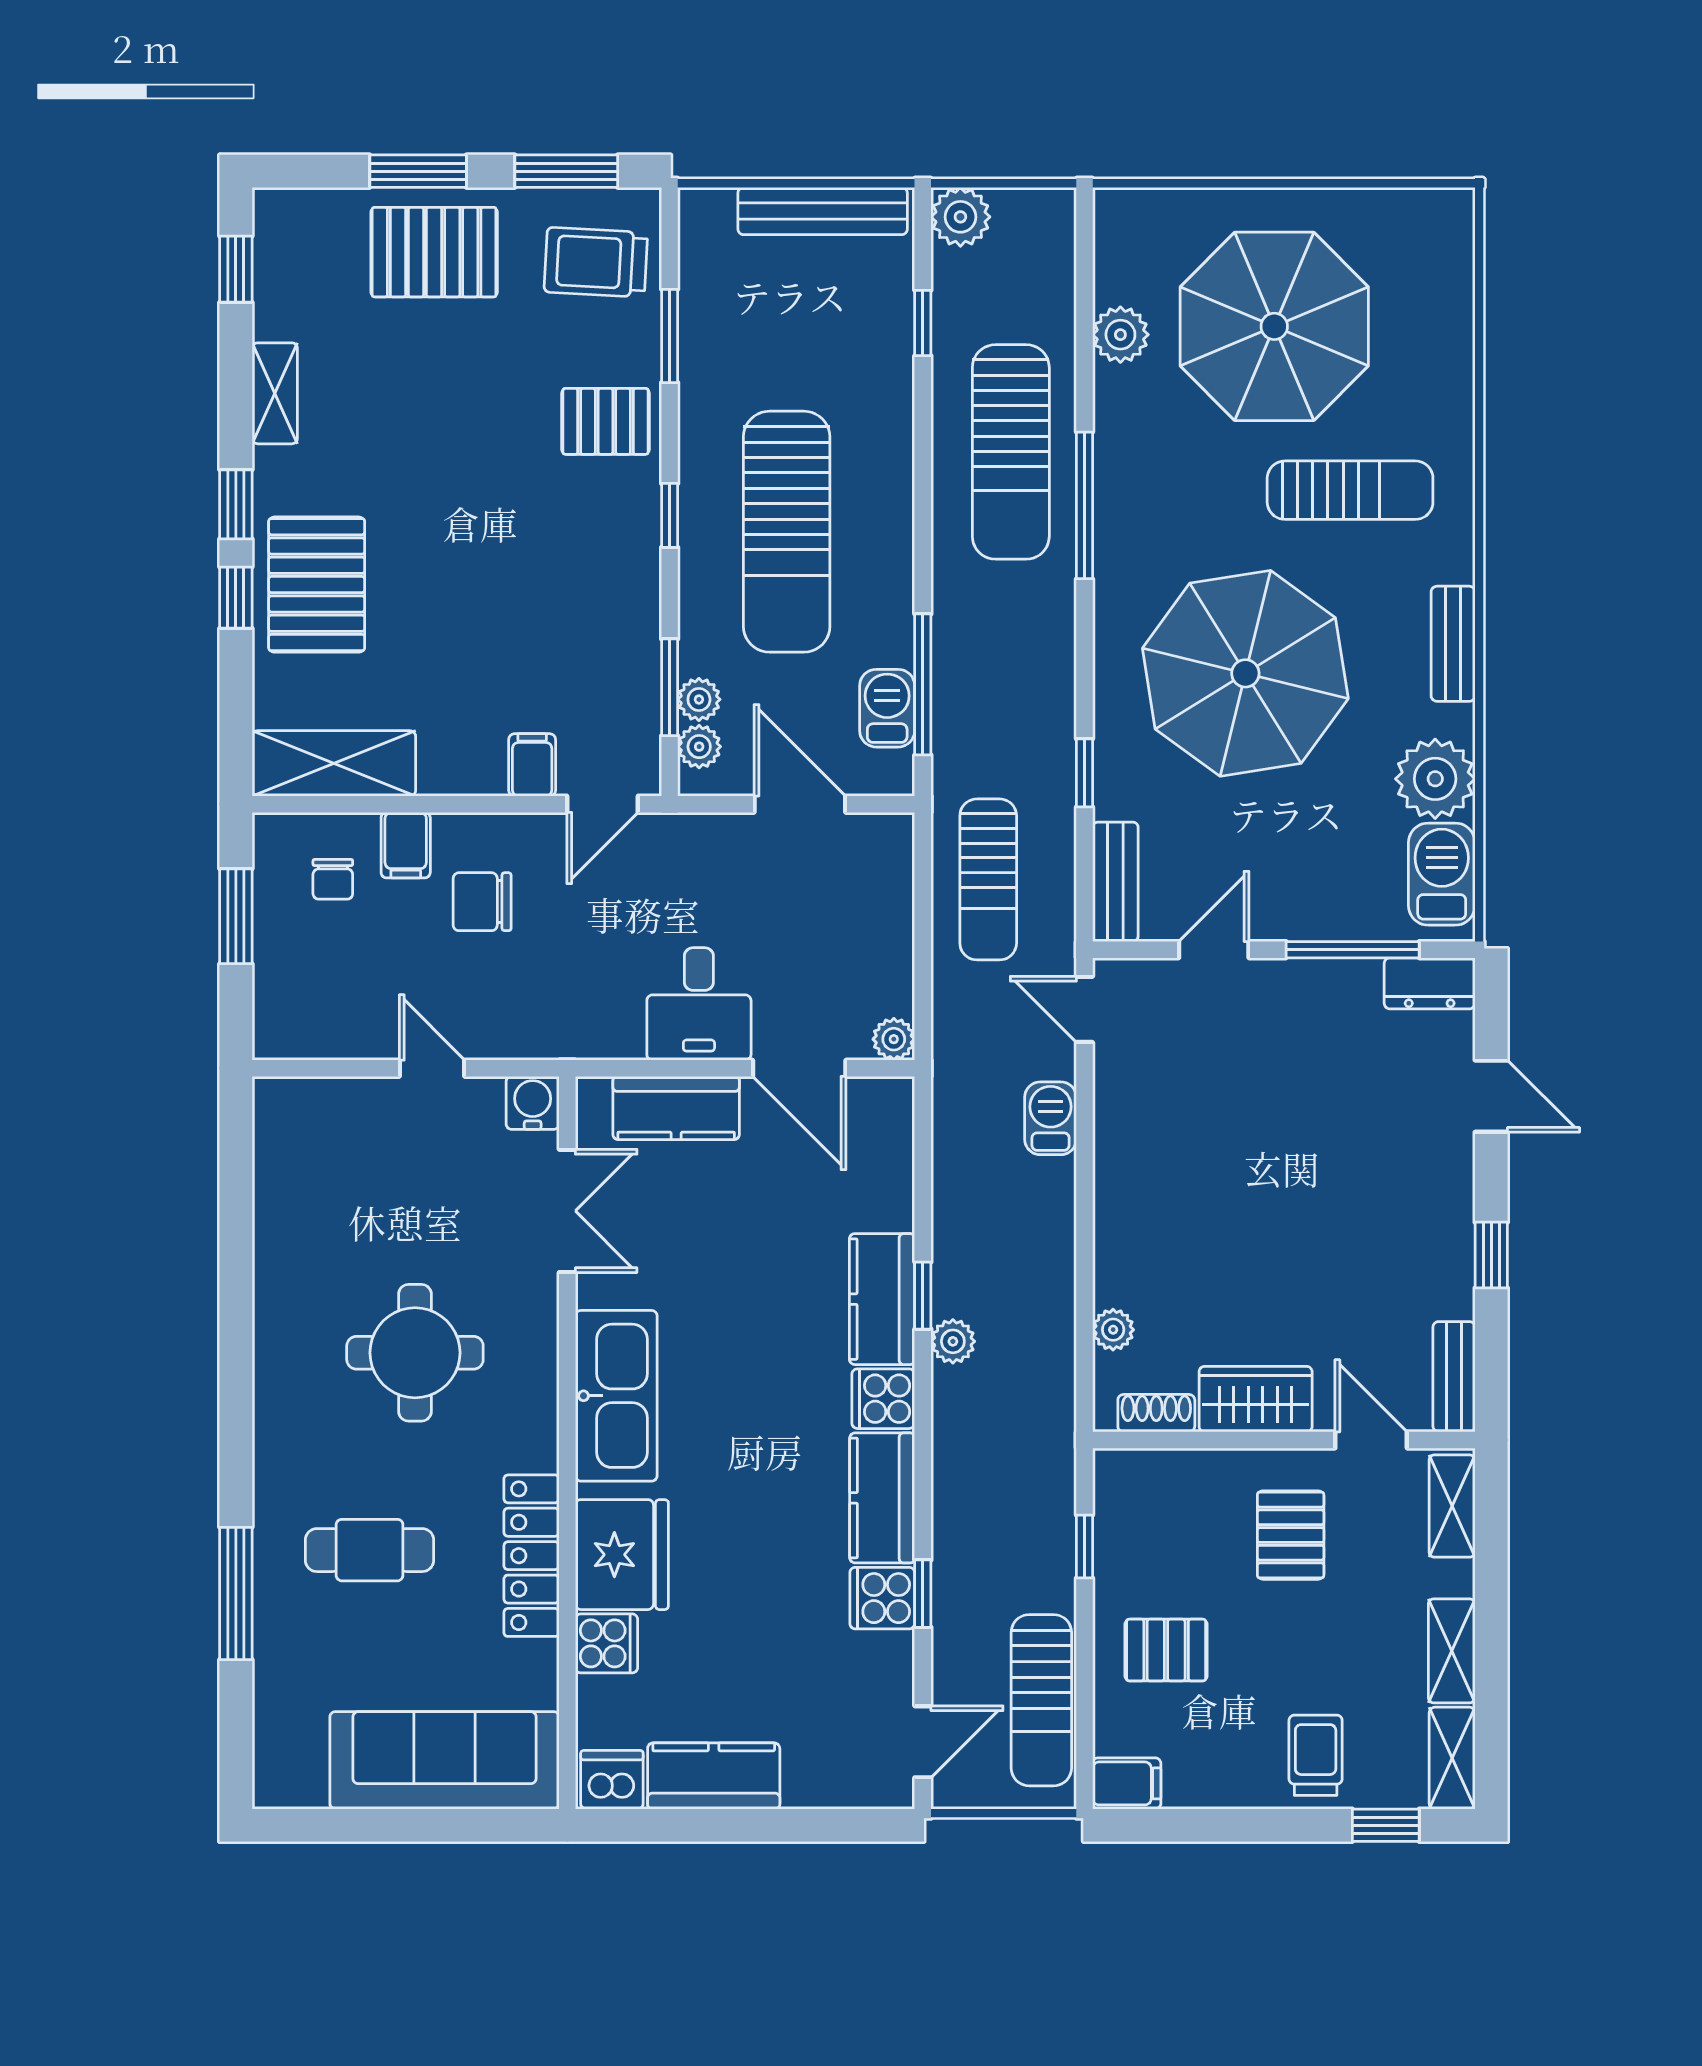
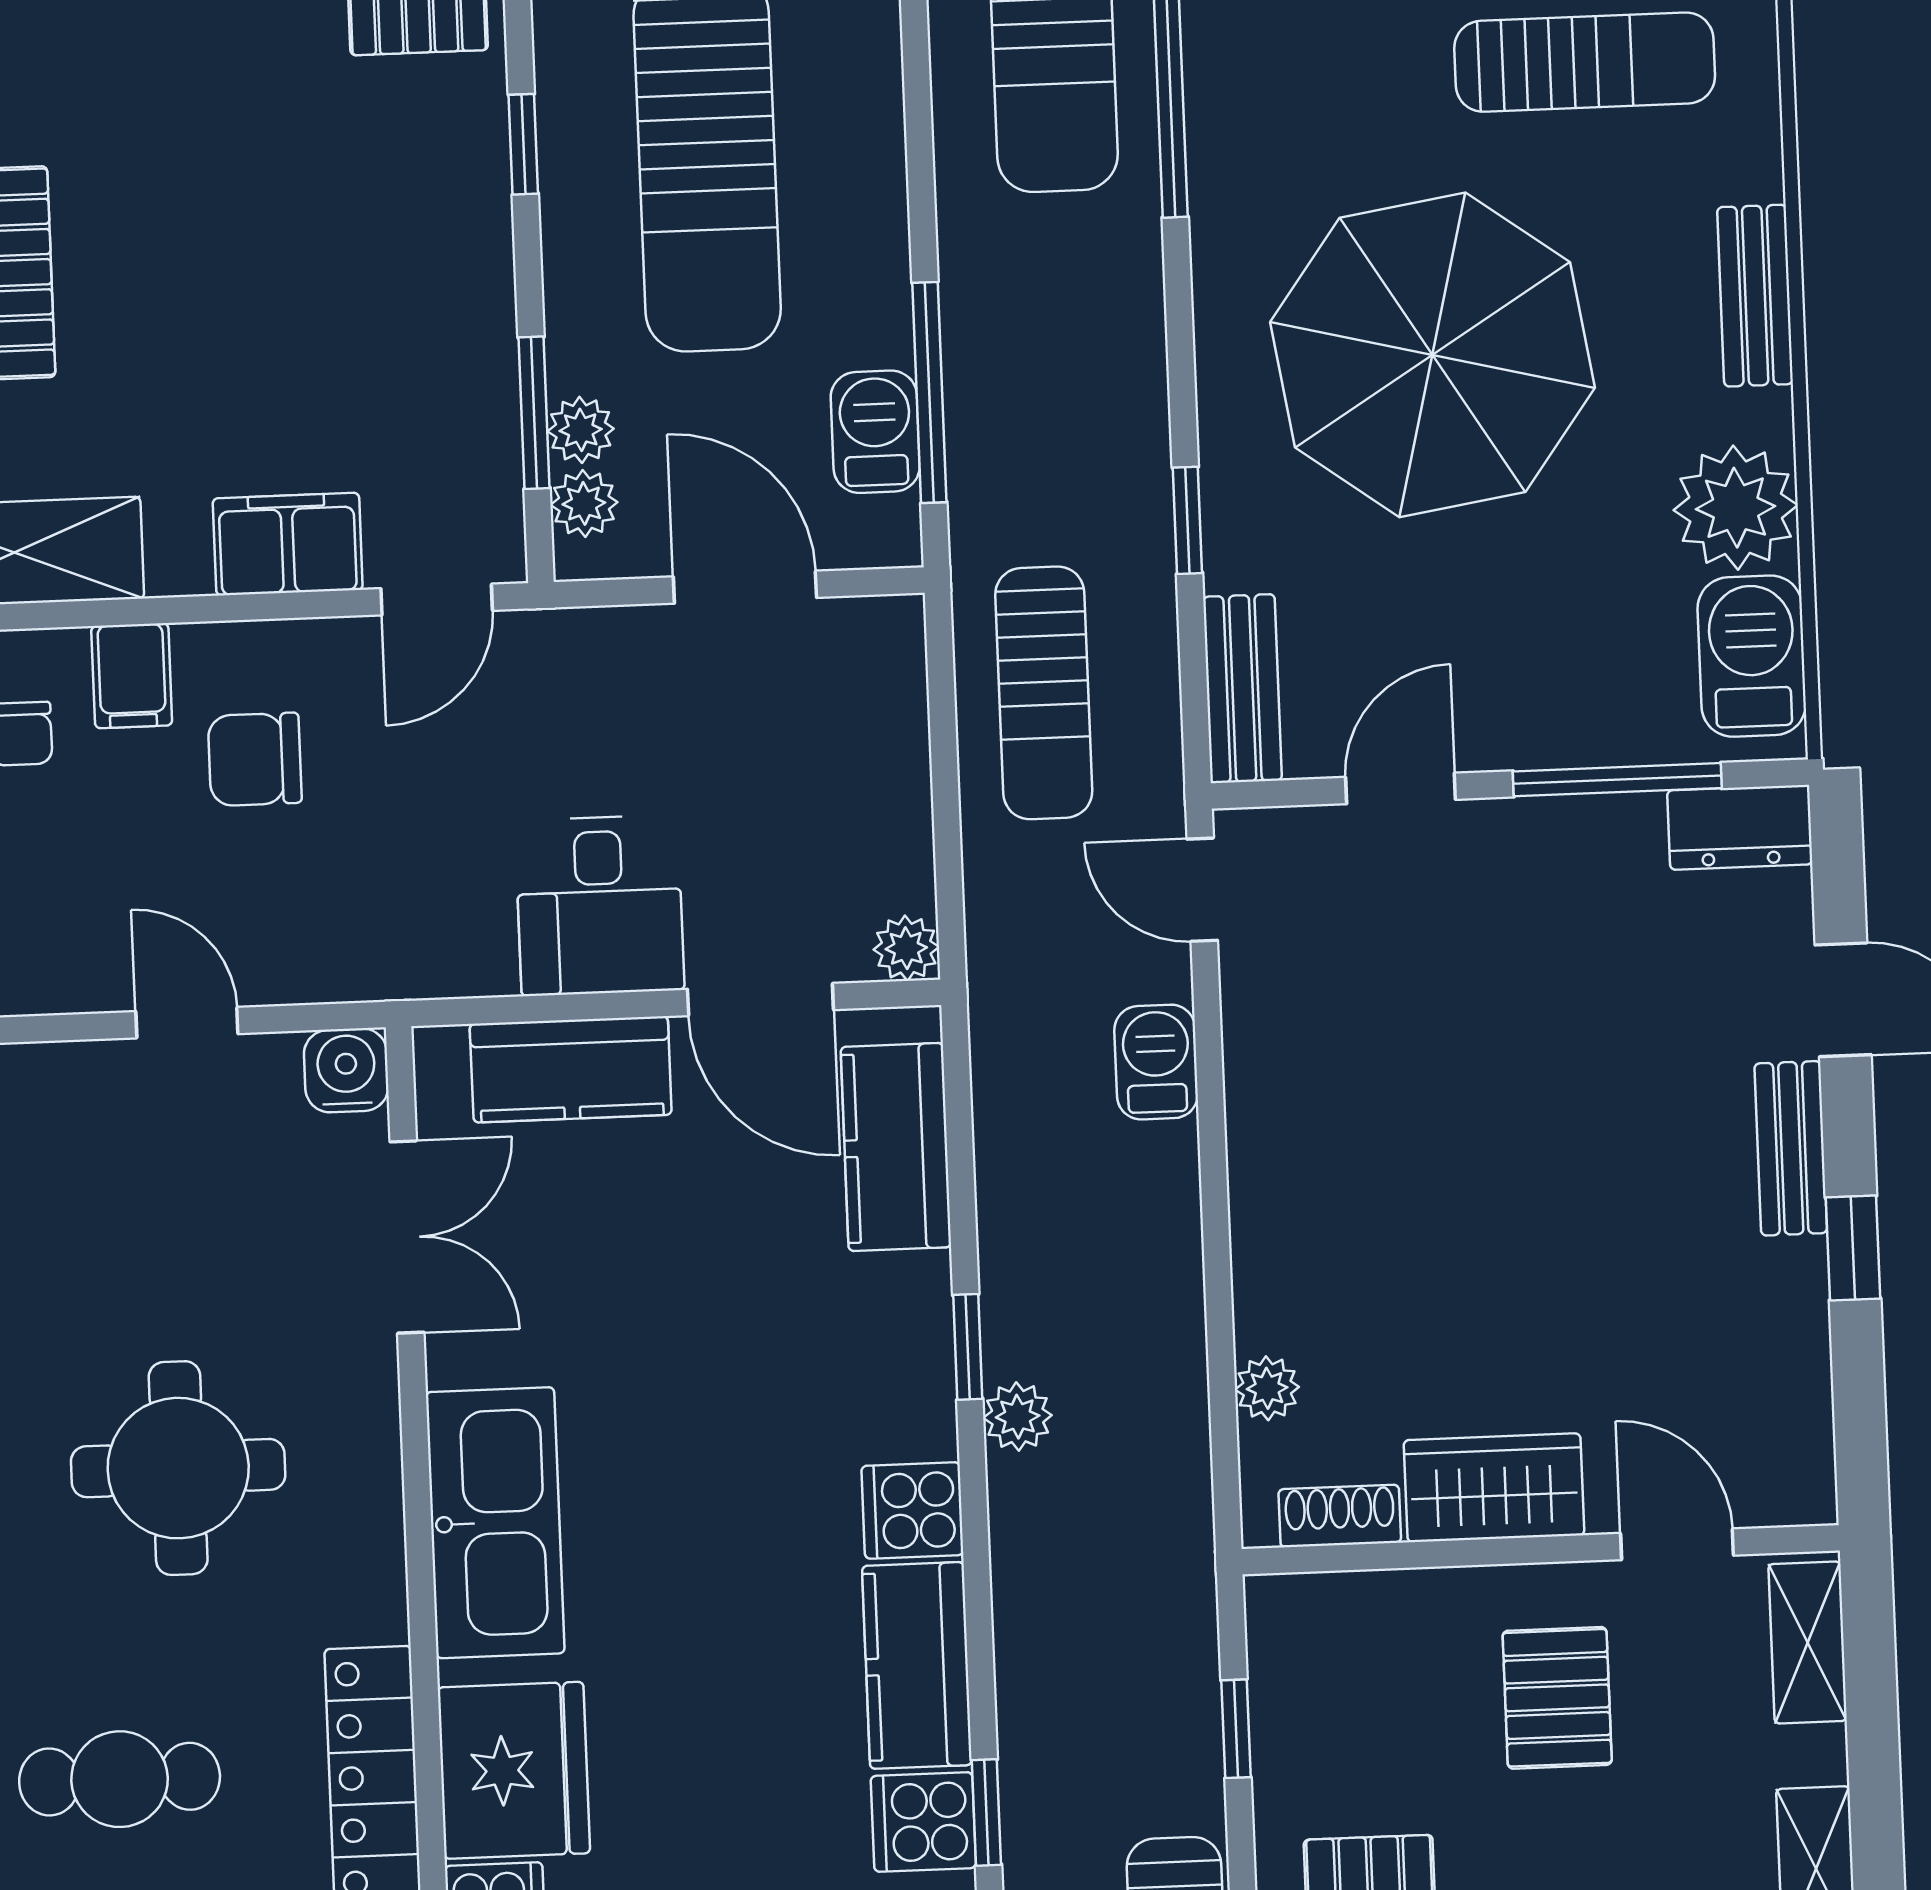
filing cabinet: (532, 765) -> (288, 544), width x2.00
kitchen counter: (882, 1299) -> (896, 1147), moved
bench: (1454, 1377) -> (1791, 1148), moved

